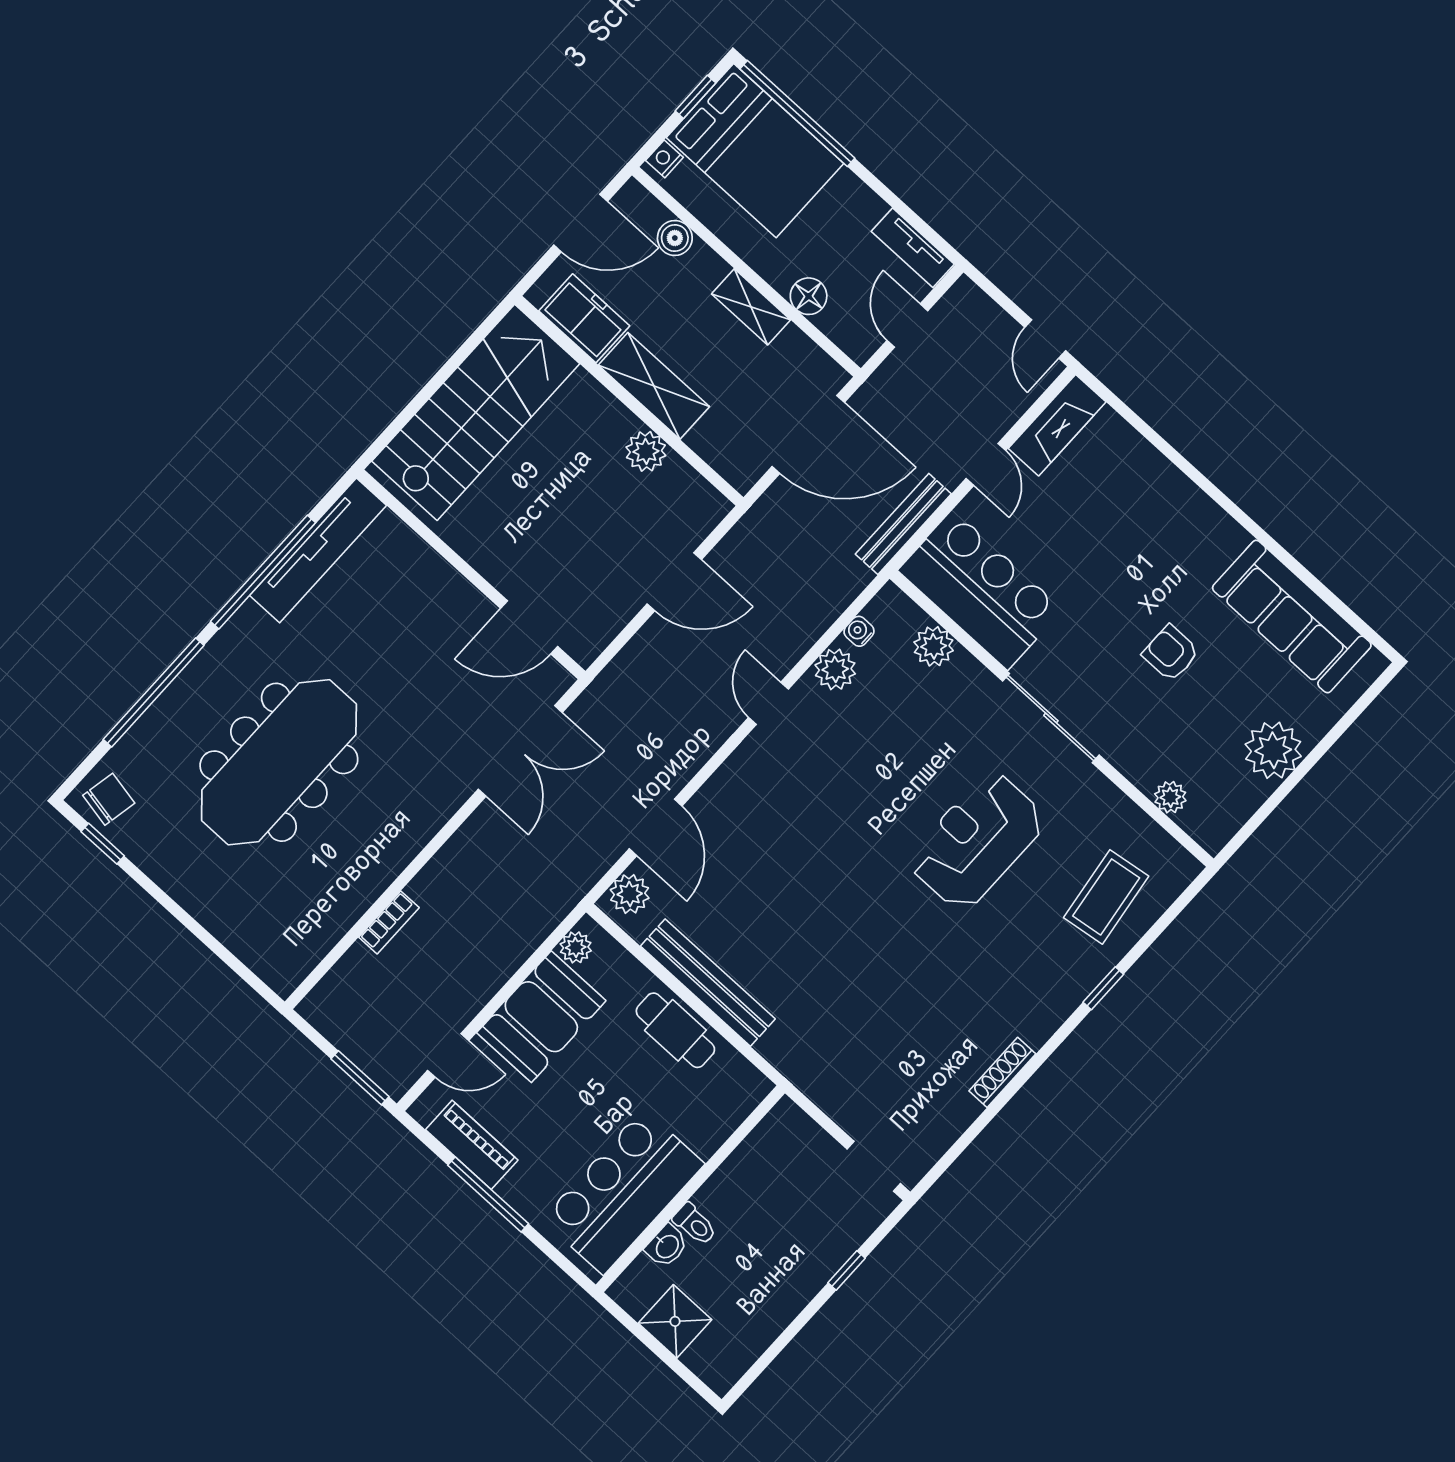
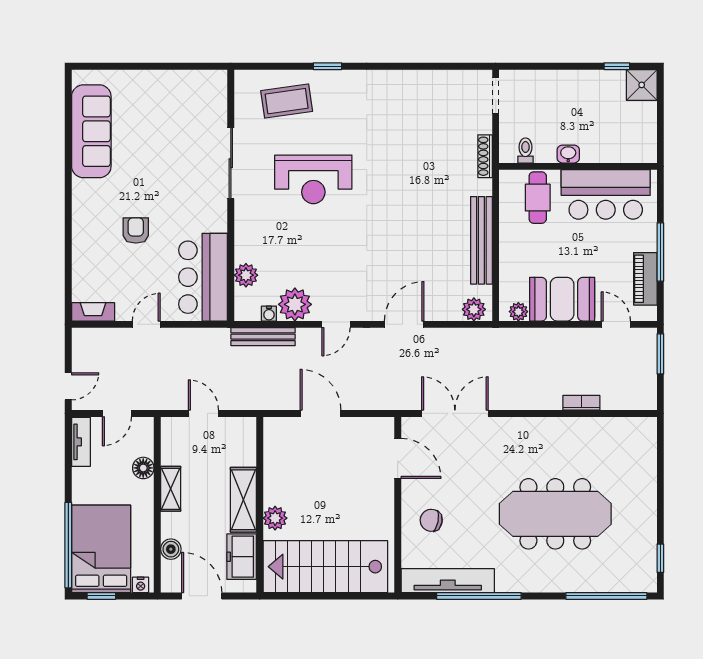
door: (1045, 339) -> (68, 386), moved
fireplace: (1057, 425) -> (93, 312), width x0.73, depth x0.76
door: (808, 434) -> (203, 413), width x0.53
plant: (646, 451) -> (275, 518), moved
bench: (903, 524) -> (263, 337), moved
armchair: (1171, 653) -> (136, 230), moved, turned 180
plant: (835, 669) -> (295, 304), width x1.36, depth x1.36
window: (154, 692) -> (606, 596), moved
sliding door: (1051, 718) -> (231, 163), moved
plant: (1273, 750) -> (157, 86), removed
plant: (1170, 797) -> (218, 113), removed
chair: (109, 799) -> (431, 520), moved
door: (656, 827) -> (404, 324), moved
cafe table: (675, 1030) -> (538, 198), moved
shoe rack: (1002, 1072) -> (485, 156), moved, turned 90
toilet: (695, 1224) -> (525, 150), moved
washbasin: (667, 1246) -> (568, 154), moved
window: (847, 1270) -> (617, 66), moved
shower: (675, 1321) -> (642, 85), moved

